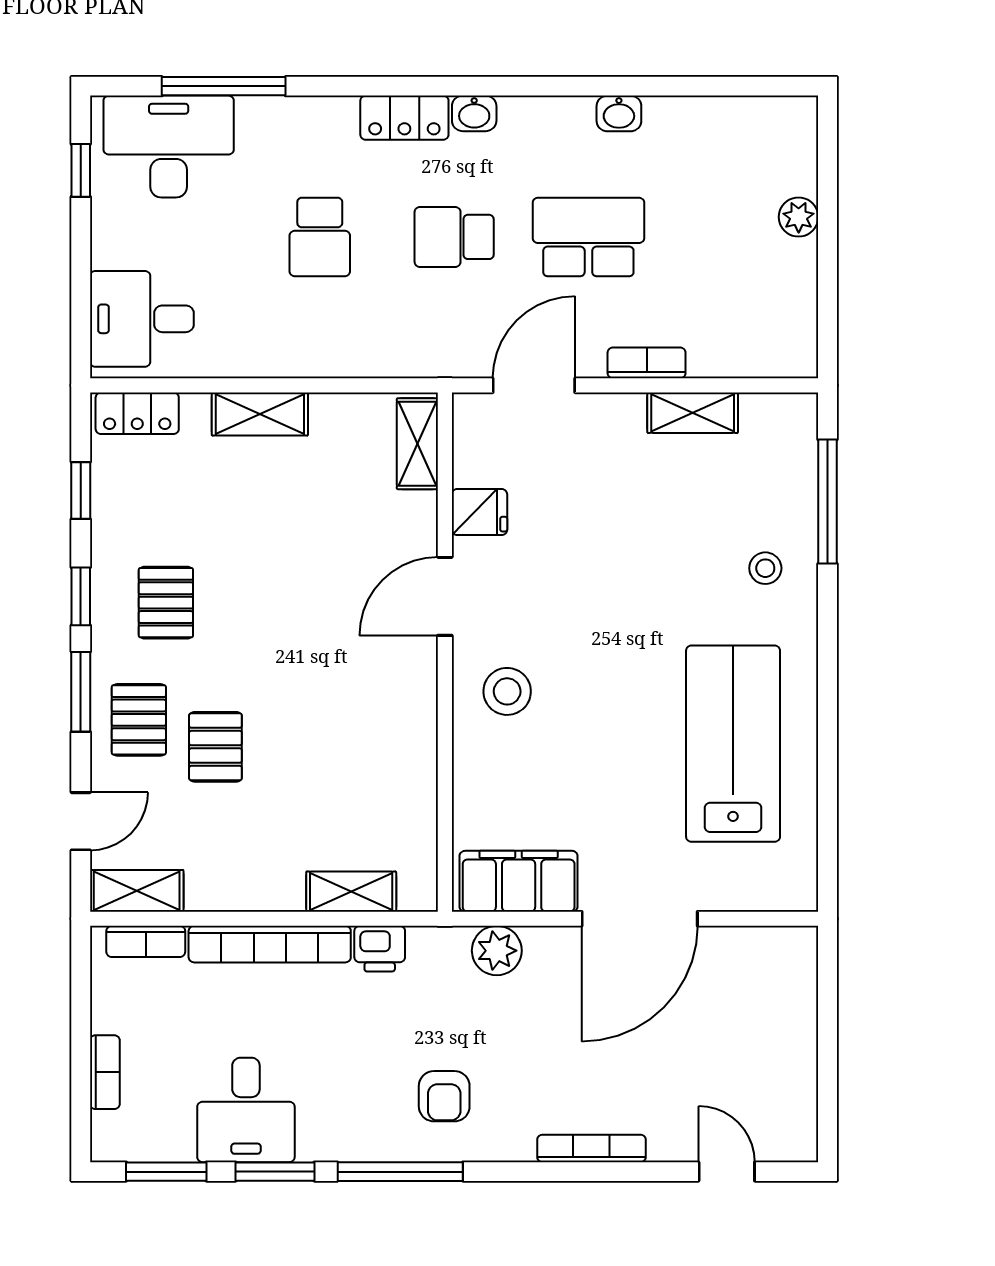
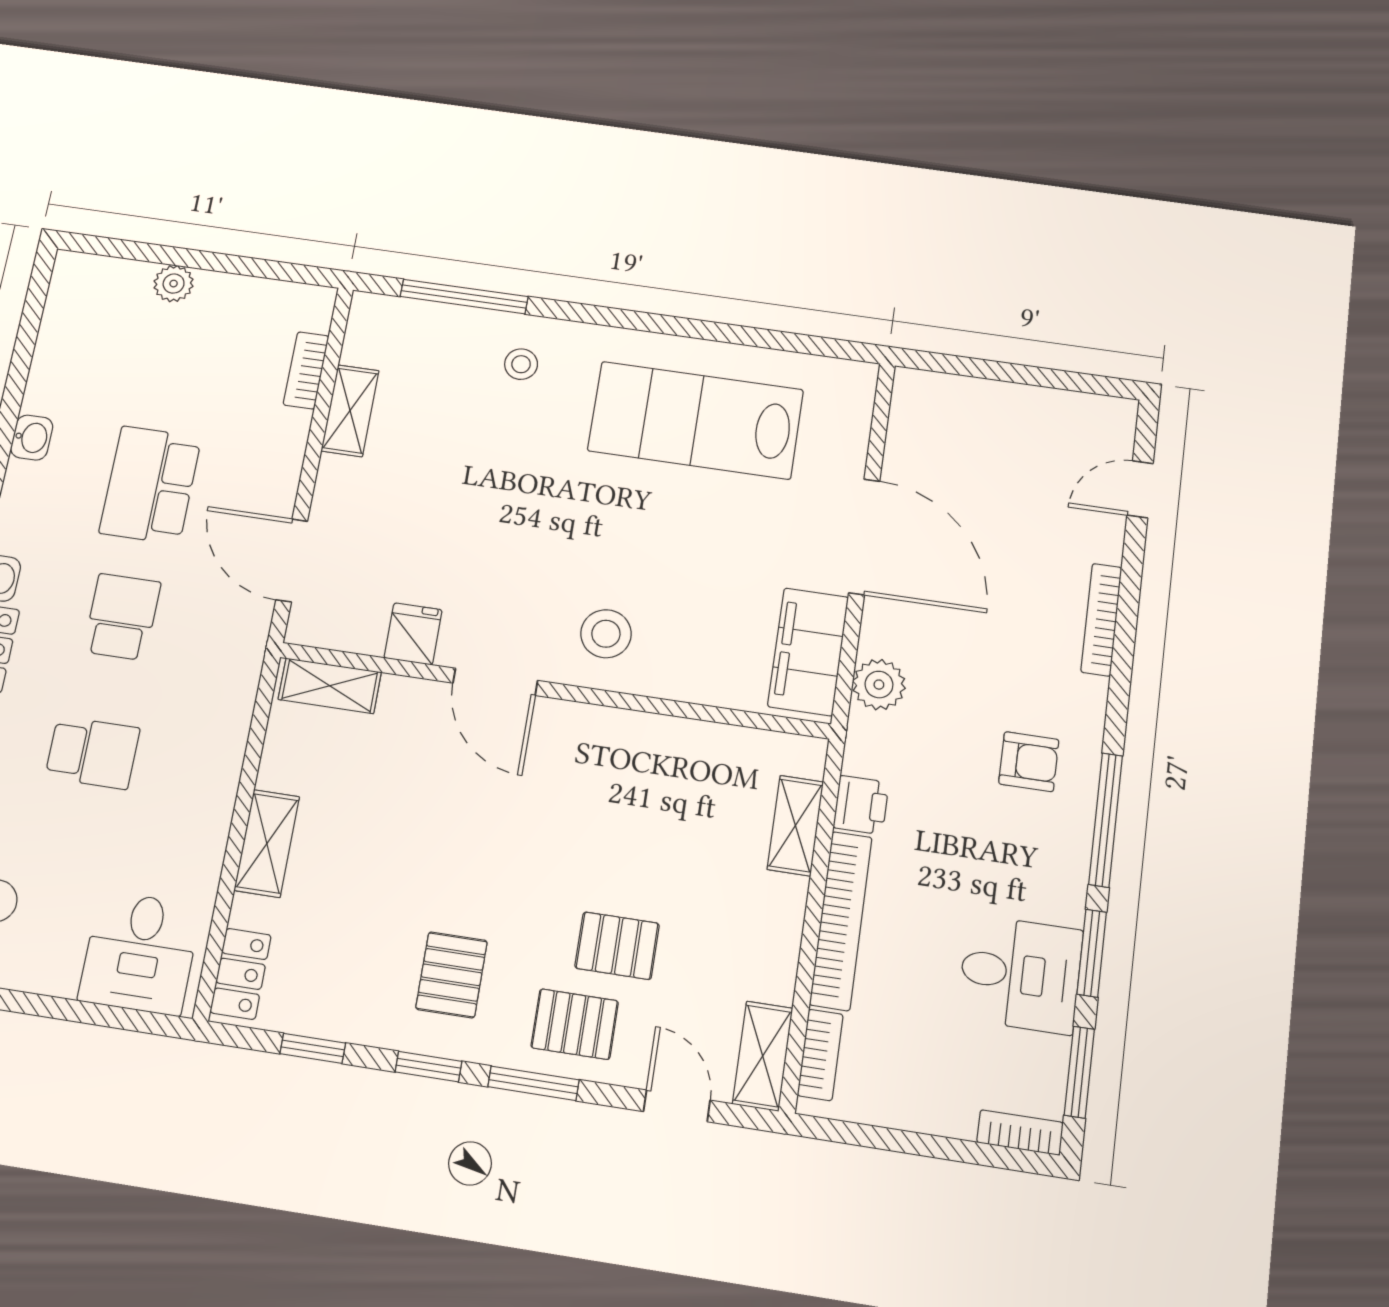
school desk: (454, 237) -> (122, 617), turned 180
bookcase: (647, 363) -> (306, 370), moved
pallet: (166, 603) -> (451, 975), turned 90
bookcase: (105, 1072) -> (1020, 1133), moved

